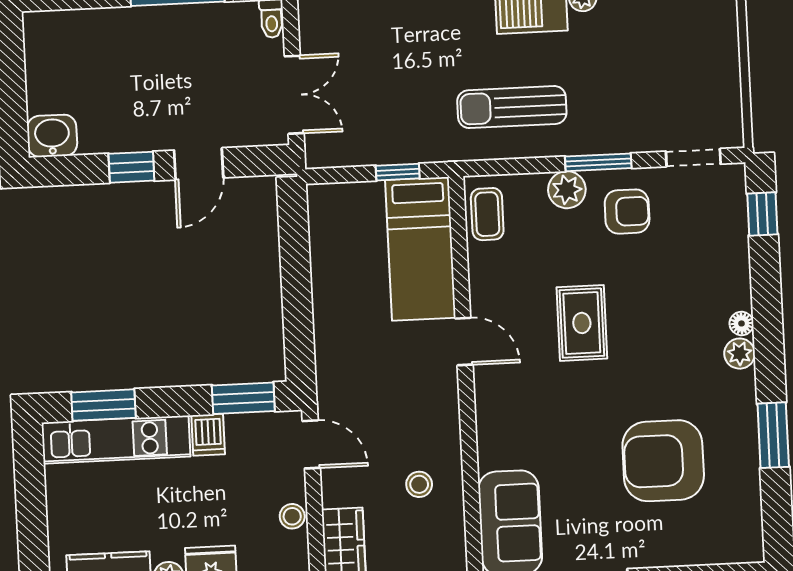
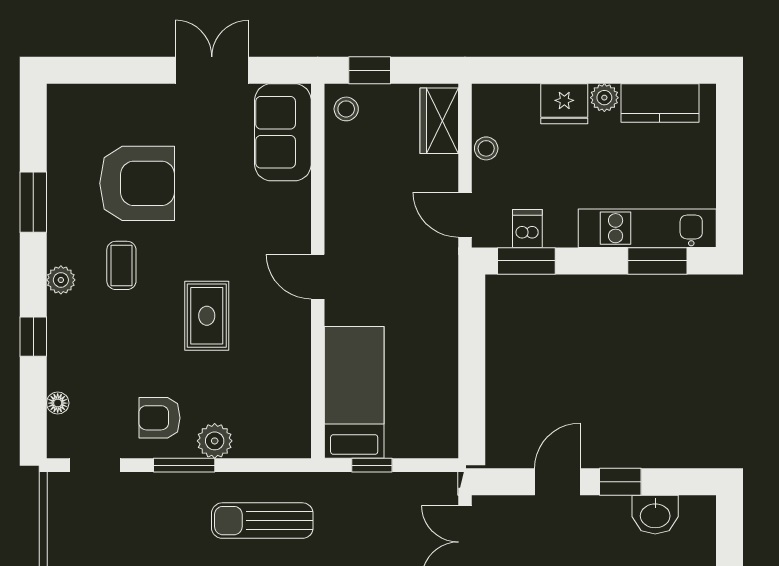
sun lounger: (512, 107) -> (262, 521), turned 180
washbasin: (52, 136) -> (655, 515), moved
coffee table: (487, 214) -> (121, 265), moved
window: (762, 214) -> (33, 337), moved
floor lamp: (741, 323) -> (58, 403), moved
door: (464, 342) -> (318, 277), moved
dishwasher: (208, 435) -> (527, 228), moved
stool: (419, 484) -> (346, 109), moved

